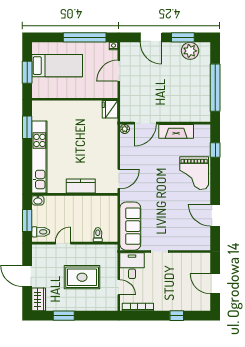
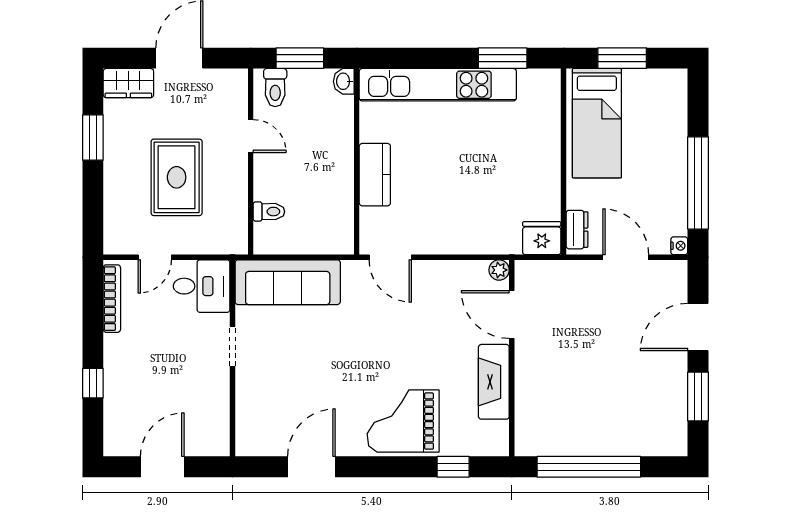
plant: (190, 51) -> (669, 412), removed
bed: (57, 66) -> (597, 123), moved
dresser: (106, 93) -> (577, 230), added

